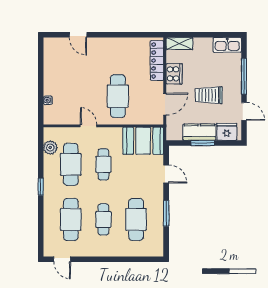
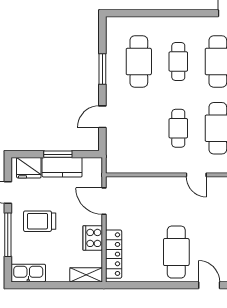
trolley: (209, 95) -> (40, 221), moved, turned 180
cafe table: (118, 96) -> (176, 252), moved
door: (165, 104) -> (104, 201), hinge flipped
booth: (143, 141) -> (130, 157), removed
door: (166, 174) -> (102, 117), hinge flipped

